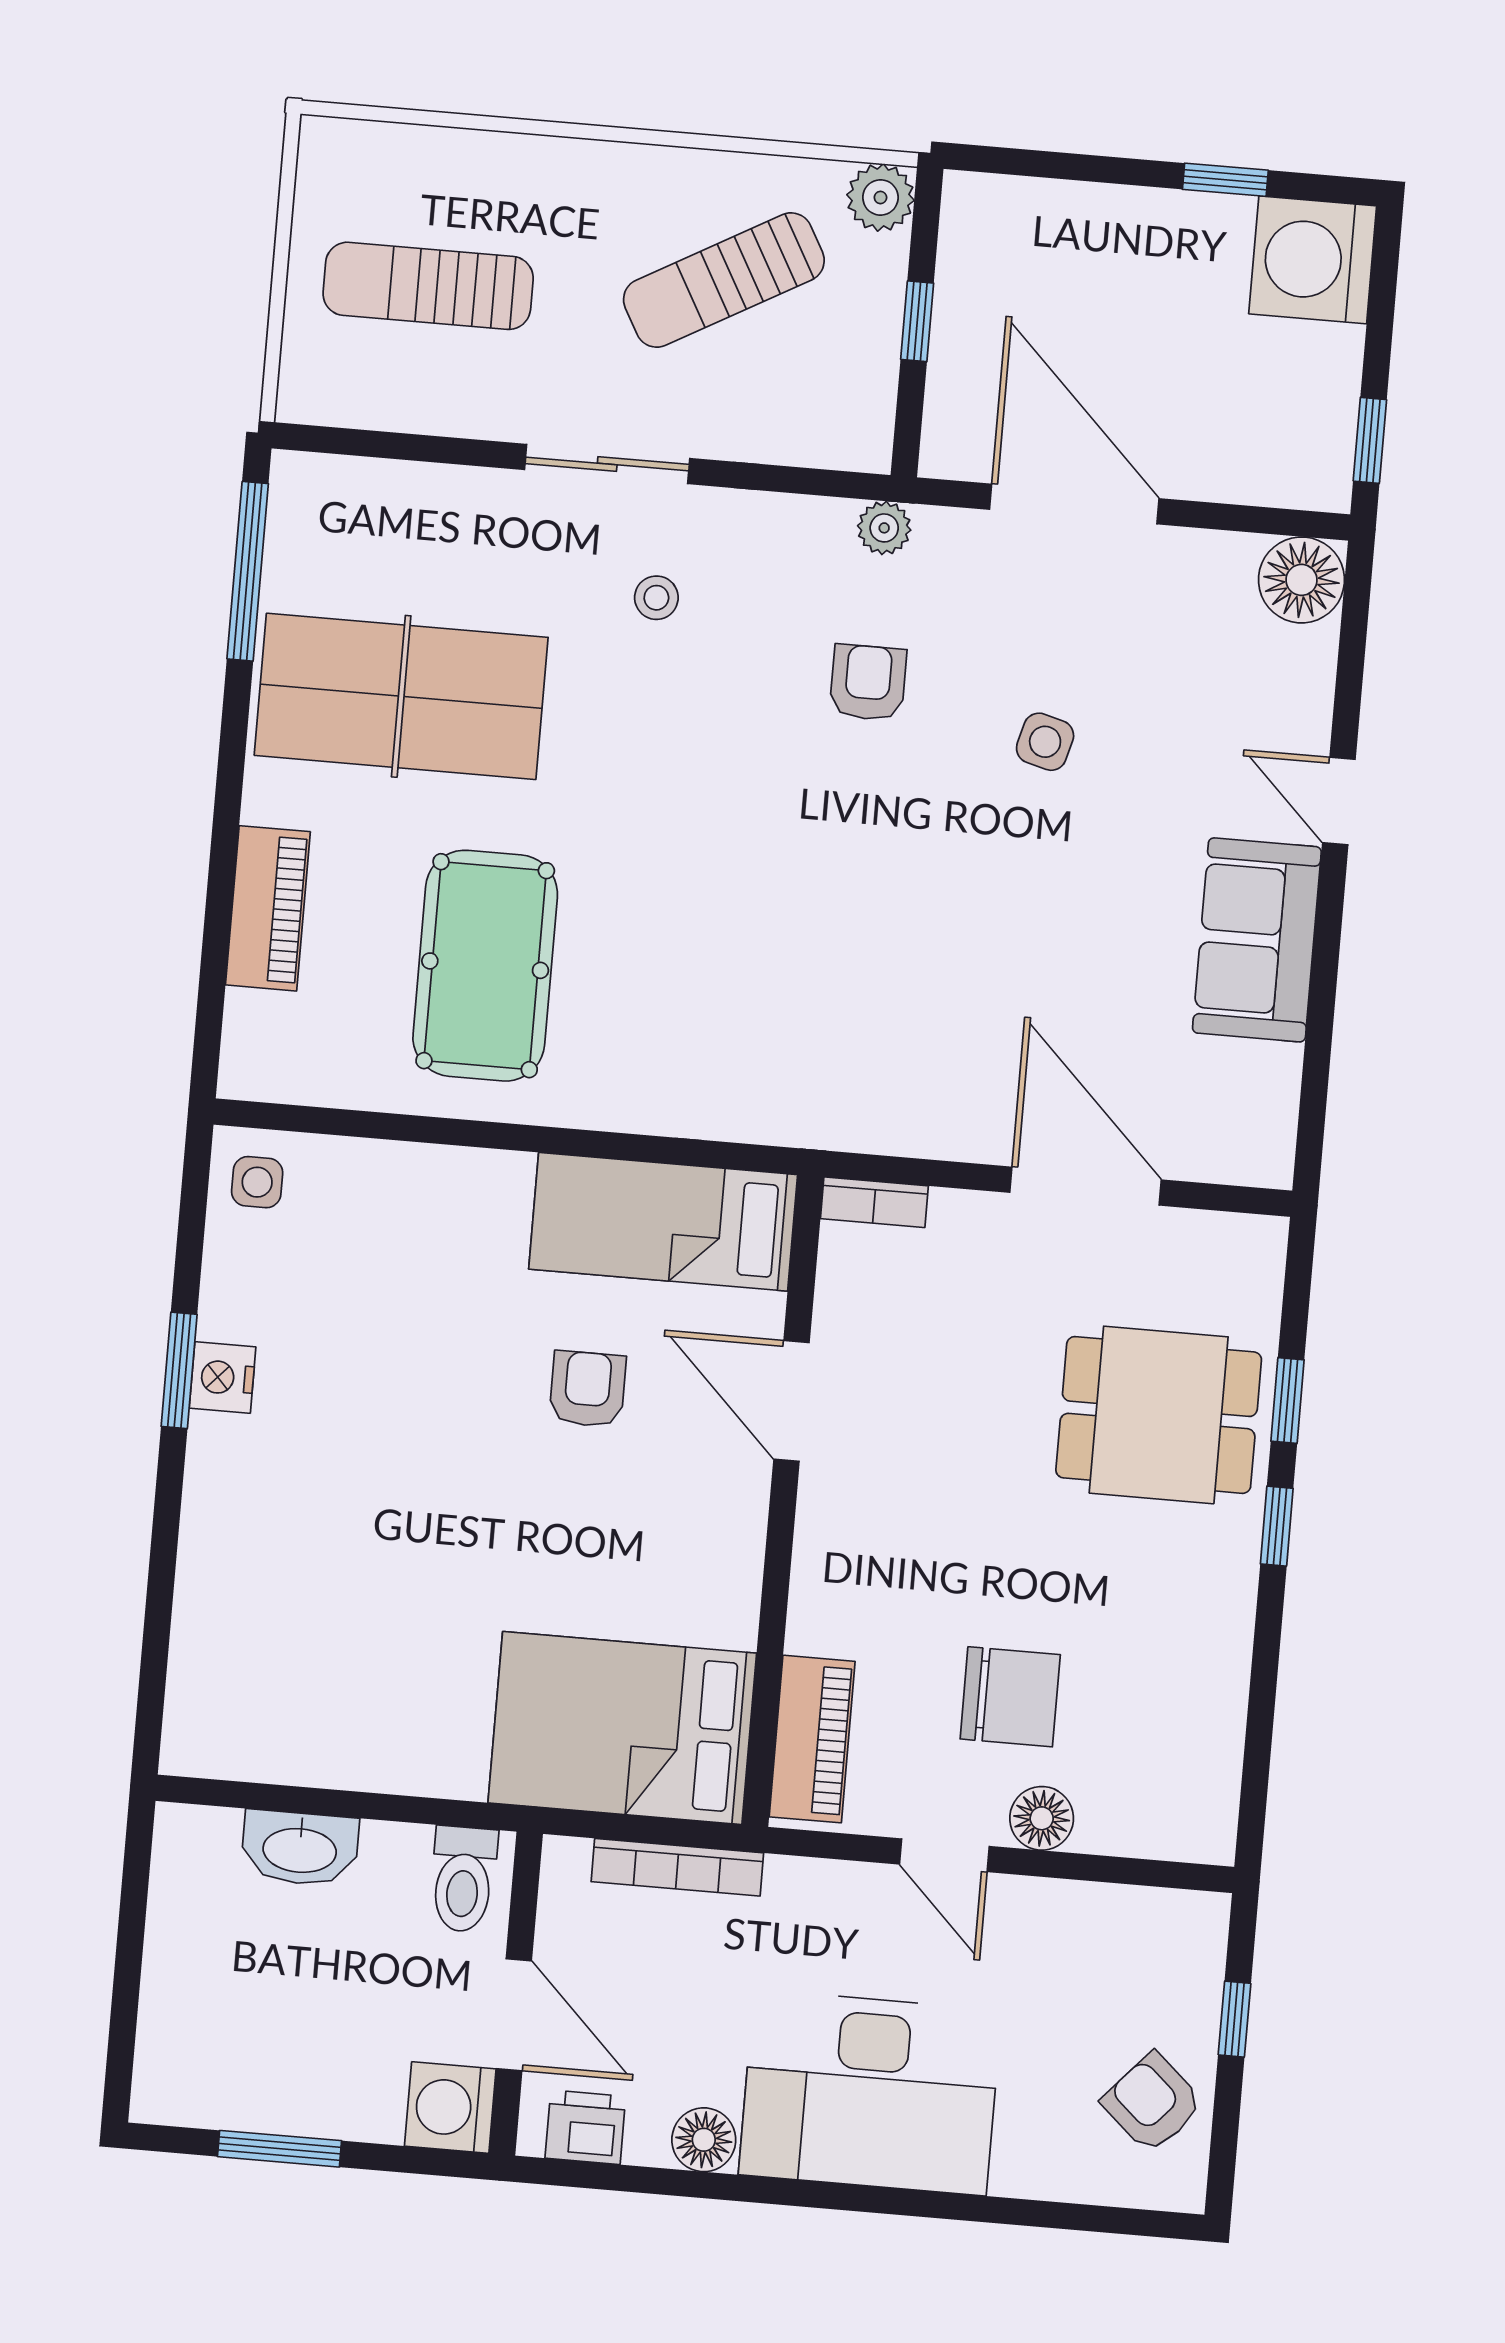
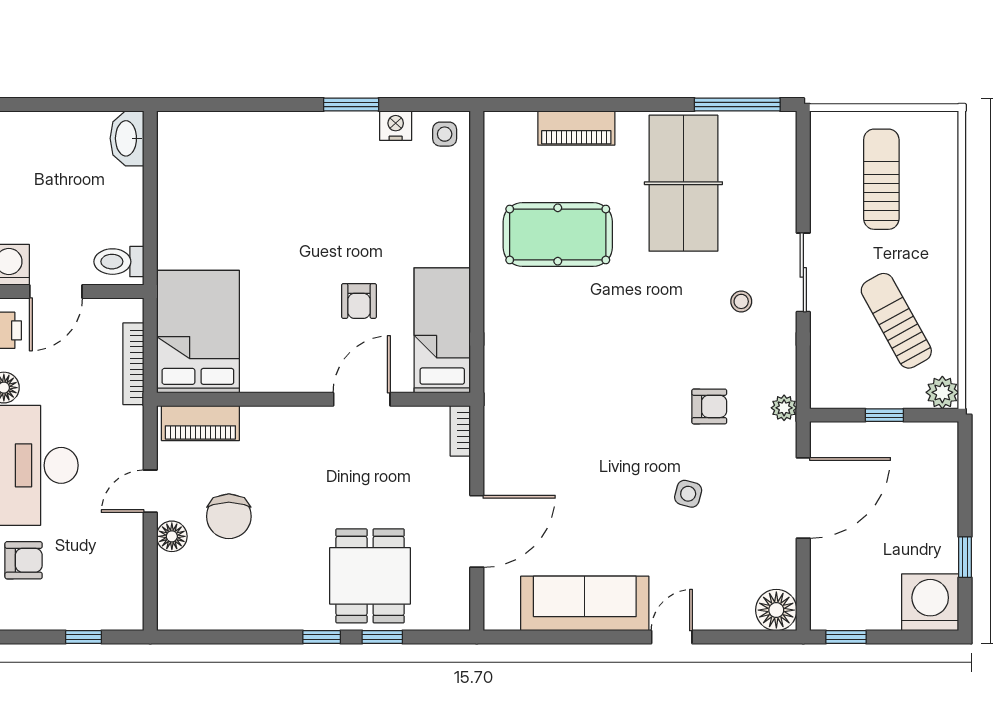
sofa: (1257, 940) -> (585, 603), width x1.36
nightstand: (223, 1377) -> (396, 126), moved
armchair: (588, 1389) -> (359, 301), turned 90
washbasin: (300, 1848) -> (127, 138), moved
armchair: (1152, 2103) -> (24, 560), moved, turned 48

